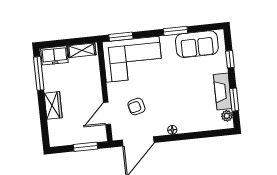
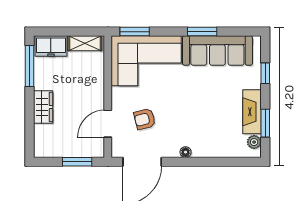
sofa: (197, 44) -> (217, 51), width x1.36

